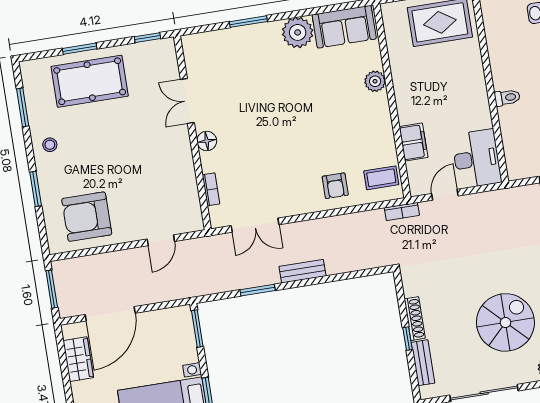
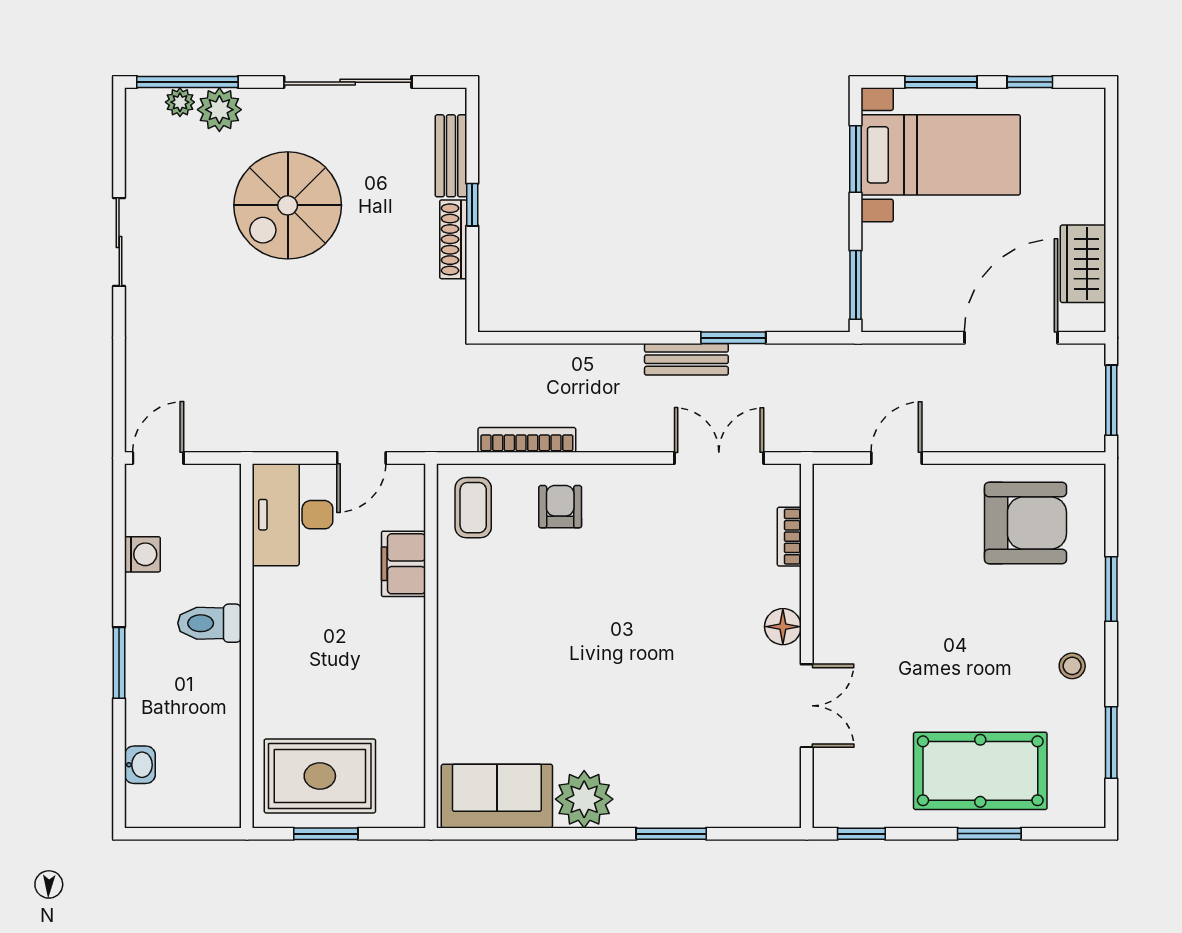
plant: (375, 81) -> (456, 687), removed
toilet: (507, 98) -> (209, 623), width x1.37, depth x1.39
coffee table: (381, 178) -> (473, 508), turned 90
bookcase: (402, 211) -> (527, 440), moved, width x1.56
bench: (302, 271) -> (686, 359), moved

